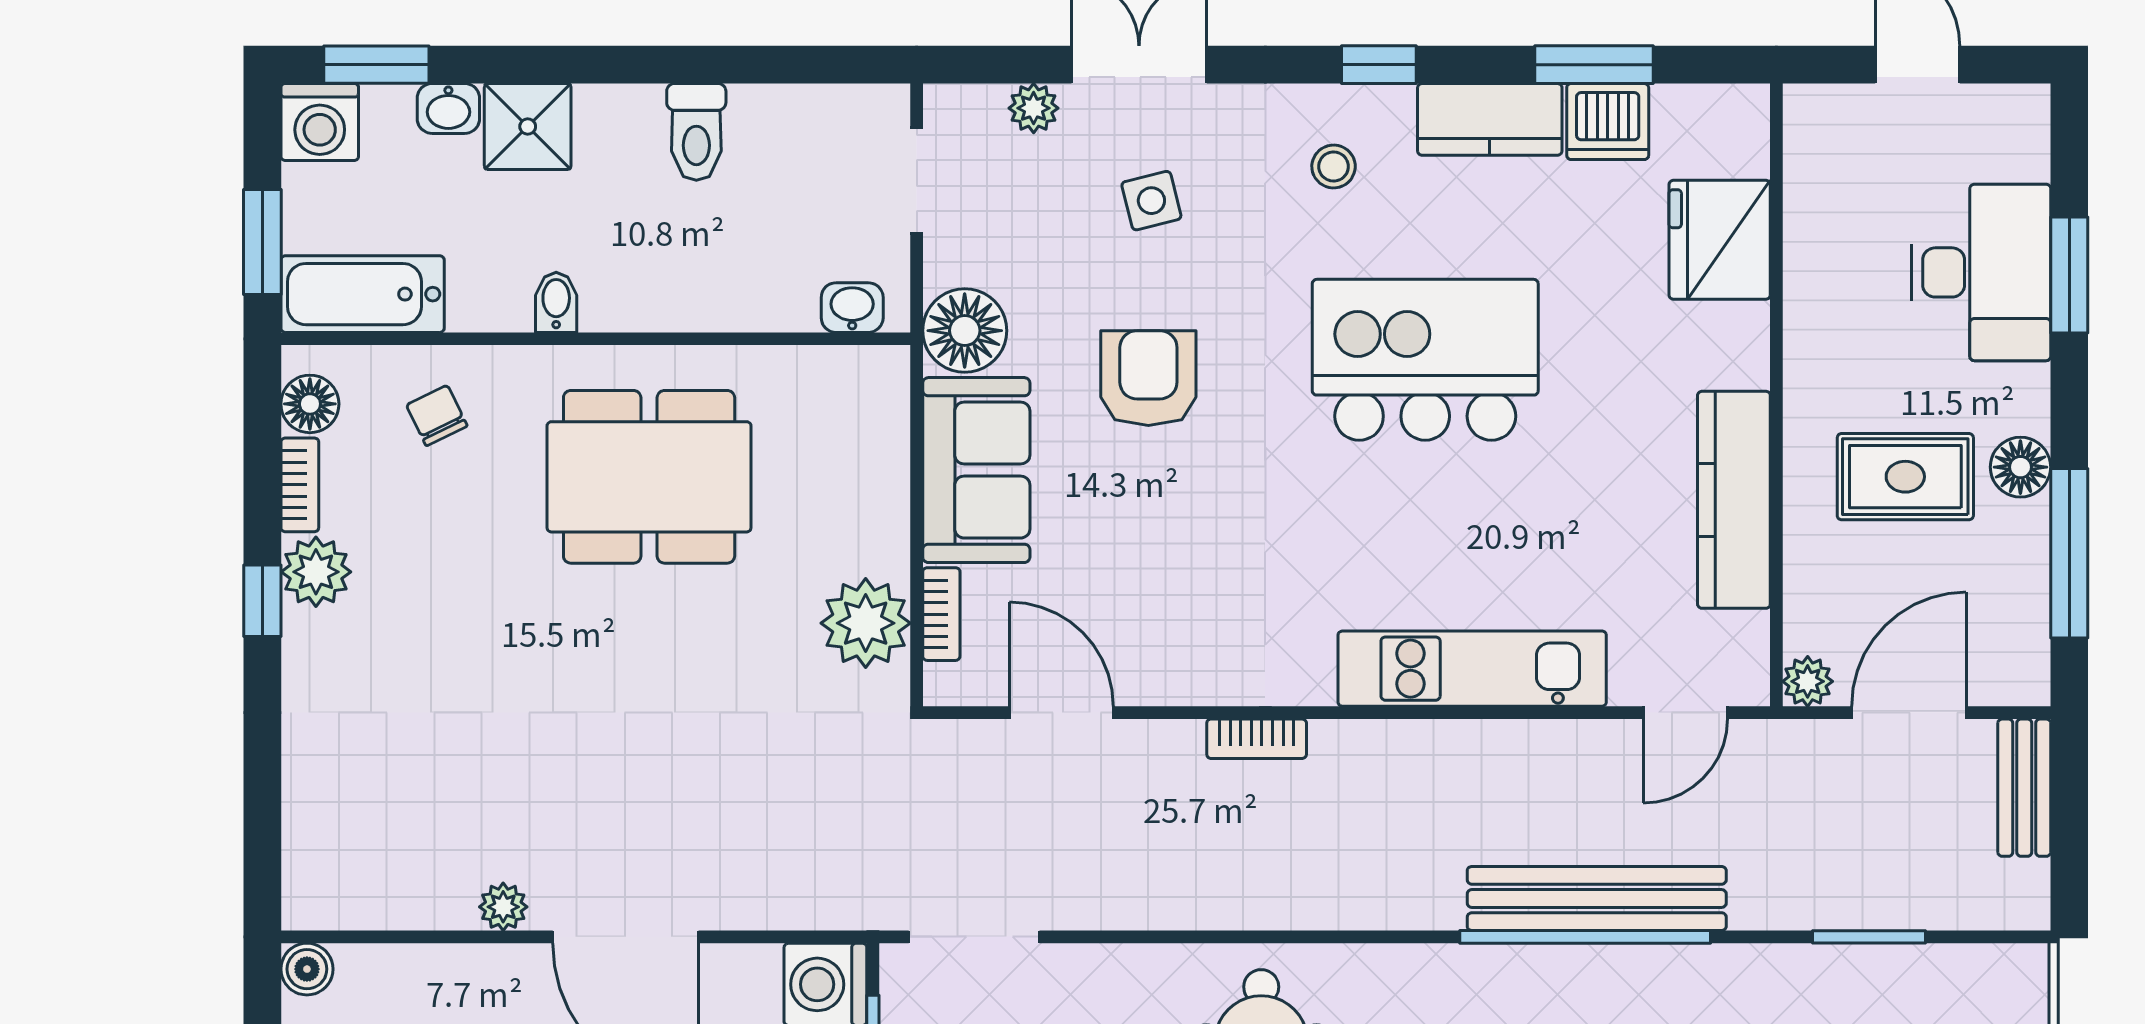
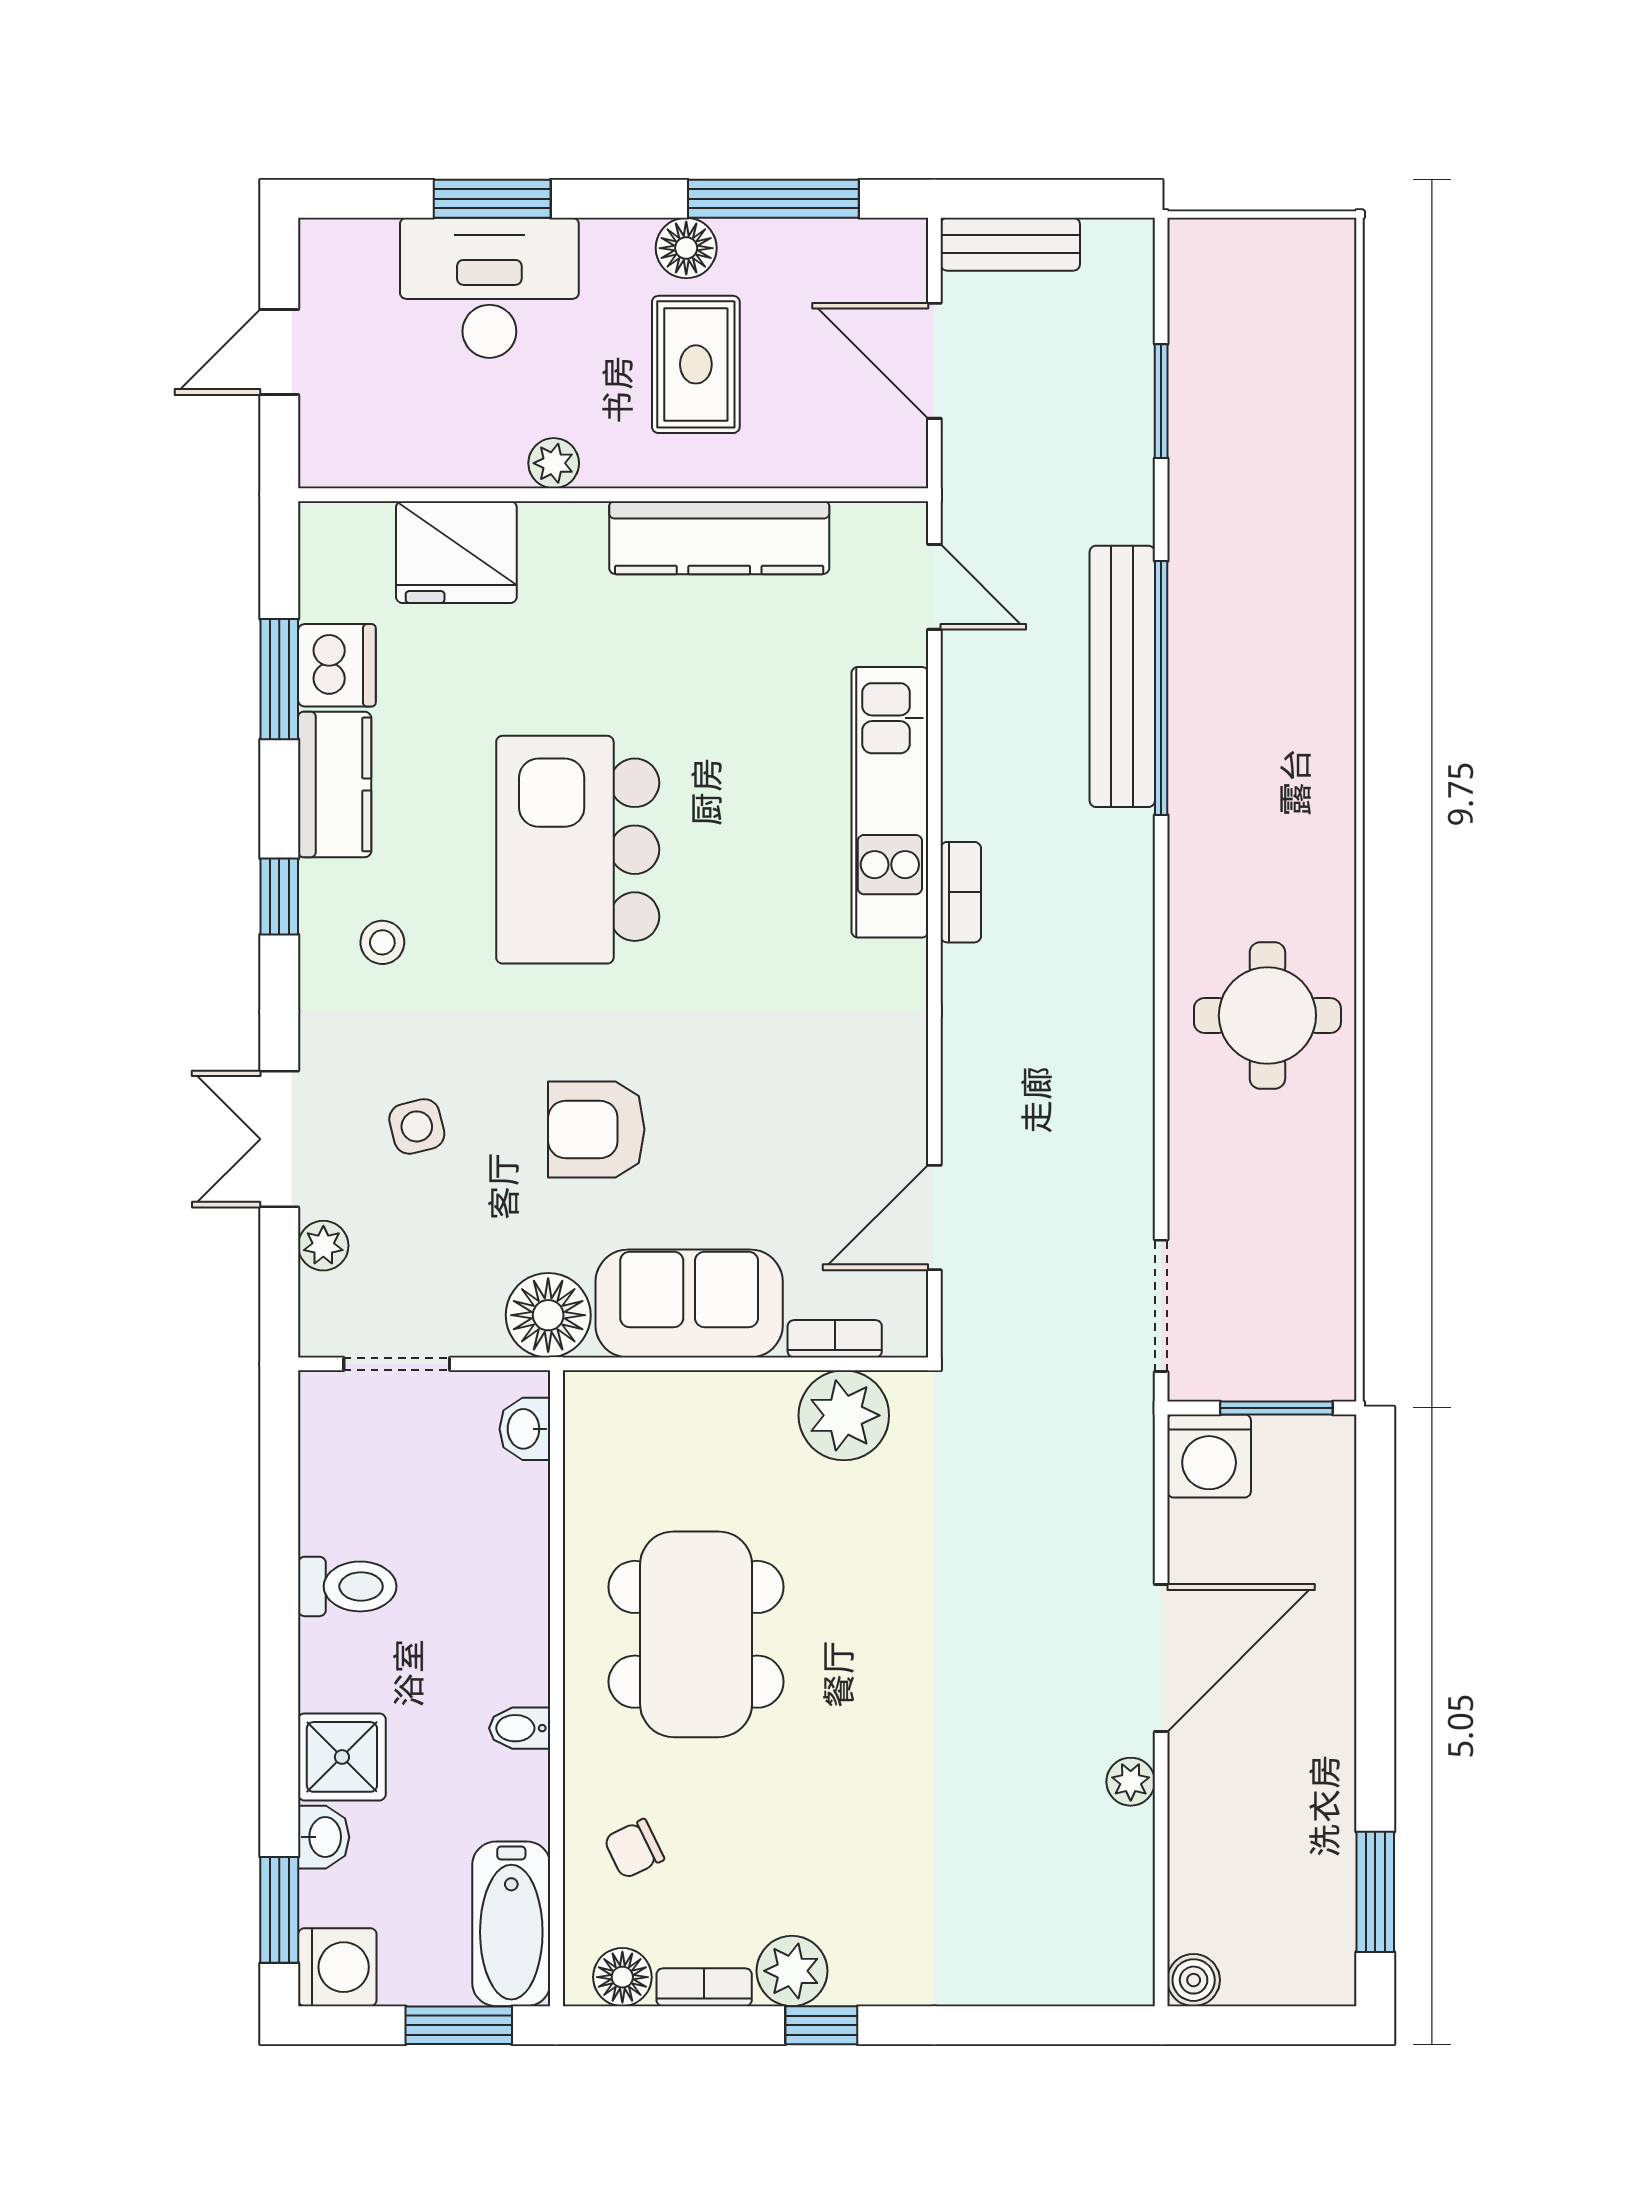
plant: (1808, 681) -> (554, 463), moved
bookcase: (1257, 739) -> (961, 892), moved

